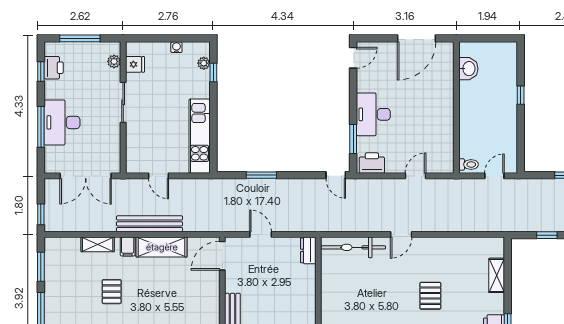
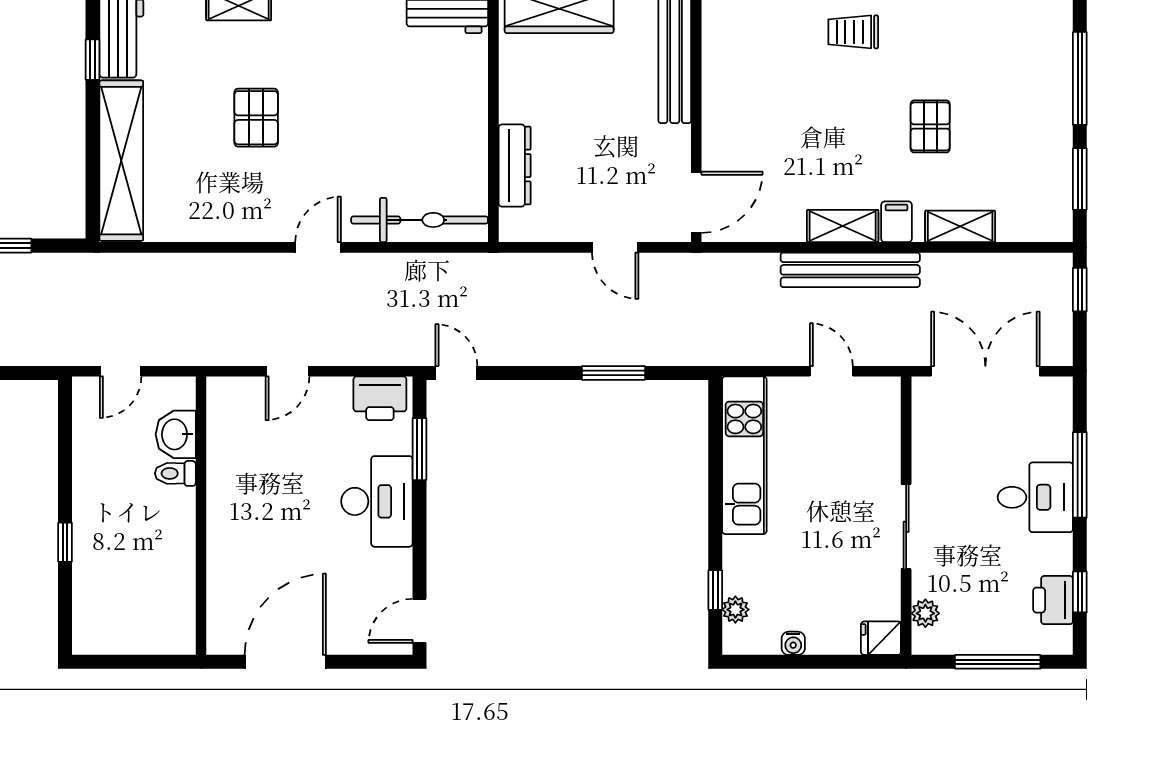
fridge: (135, 64) -> (881, 638), moved
washbasin: (468, 69) -> (176, 434), moved
desk: (62, 122) -> (1035, 497), width x0.73
toilet: (469, 164) -> (175, 473), moved
shelving: (162, 247) -> (843, 226), width x0.67, depth x0.75
dresser: (308, 250) -> (515, 166), moved, width x1.44
shelving: (497, 275) -> (121, 161), width x2.20, depth x1.33

